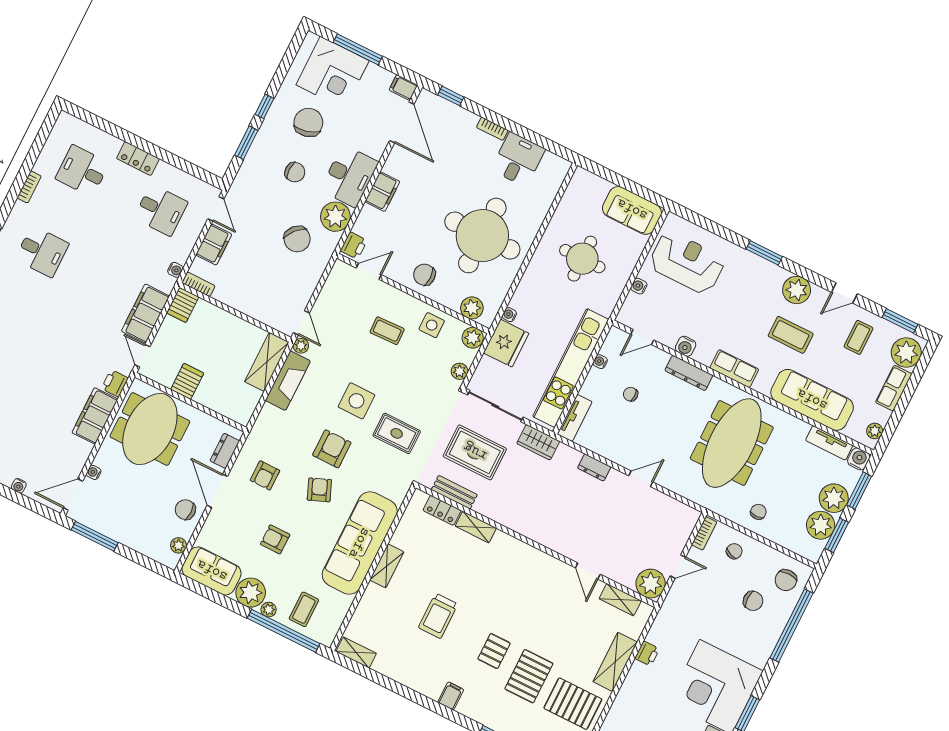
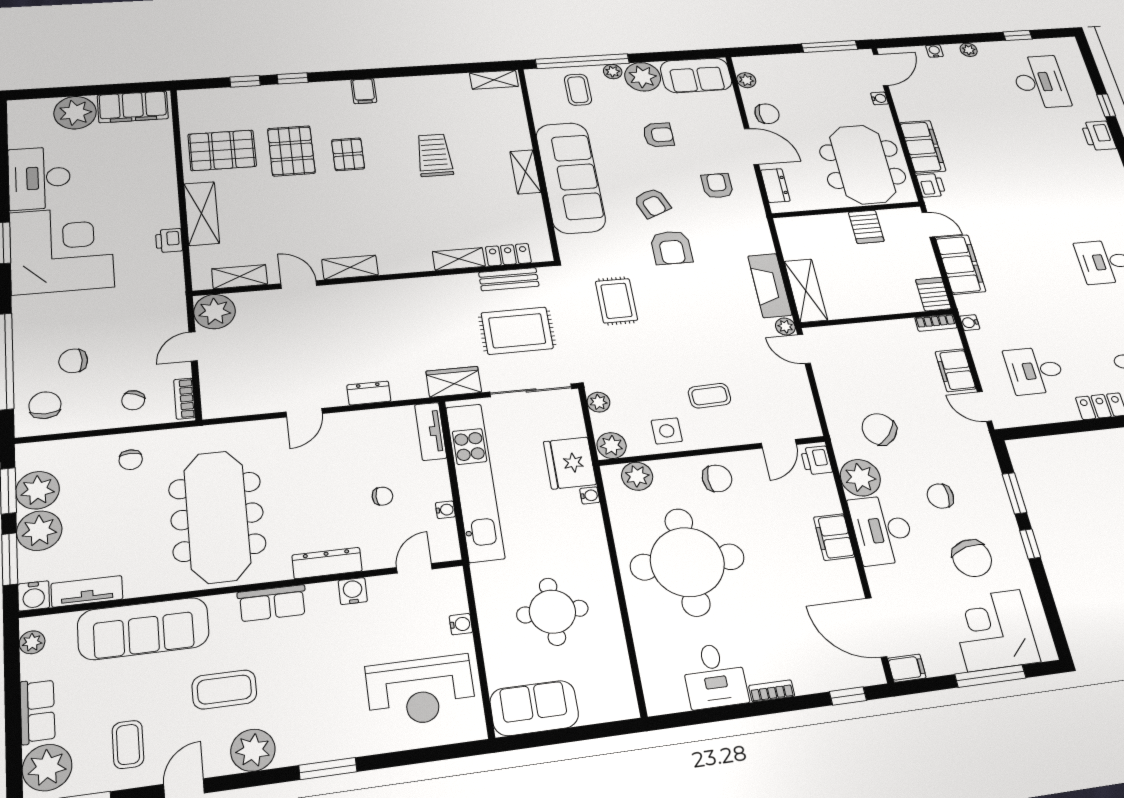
side table: (356, 401) -> (684, 308), removed
rug: (397, 433) -> (616, 301), turned 90
shelving: (548, 564) -> (350, 267), added

